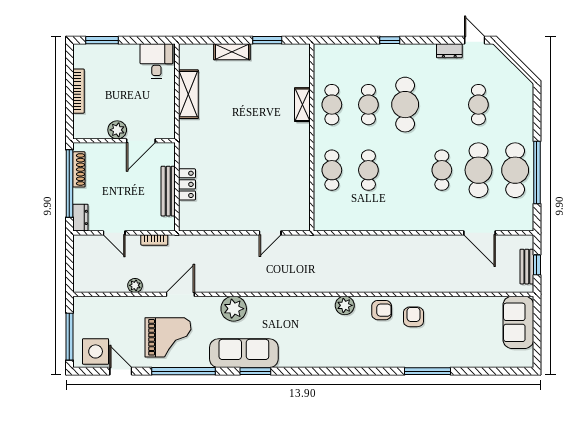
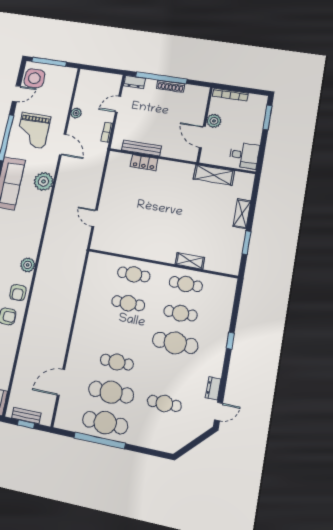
plant: (117, 130) -> (214, 121), moved
wall: (124, 141) -> (205, 125), moved
door: (141, 141) -> (202, 137), moved

